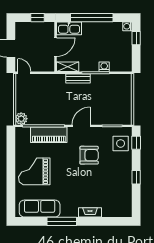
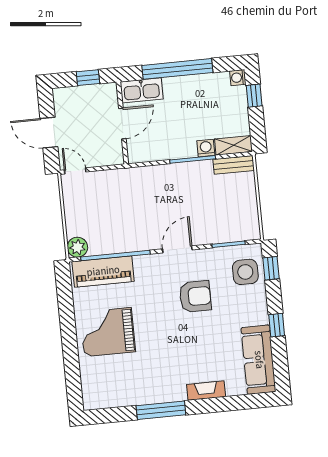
shelving: (68, 67) -> (234, 145), moved
bench: (78, 78) -> (234, 165), moved
piano: (49, 135) -> (103, 271), moved
sofa: (40, 209) -> (259, 360), moved, turned -90

